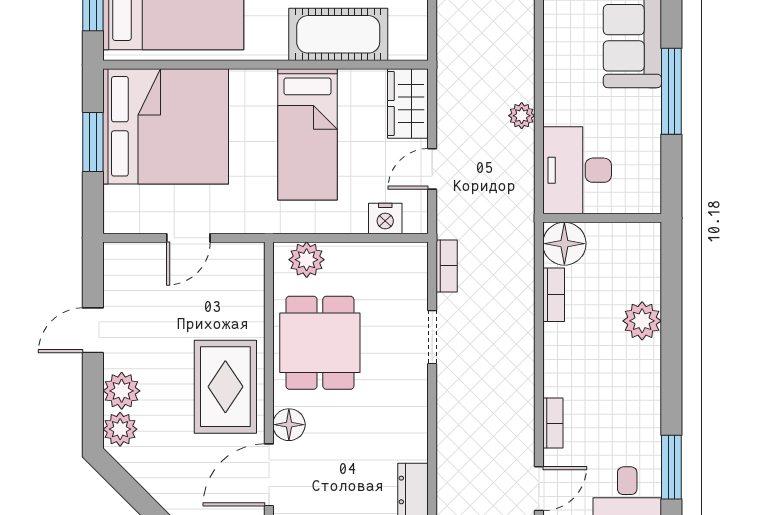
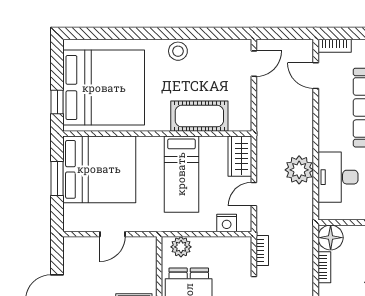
plant: (522, 116) -> (299, 170), width x1.88, depth x1.88
desk: (577, 170) -> (338, 177), moved

